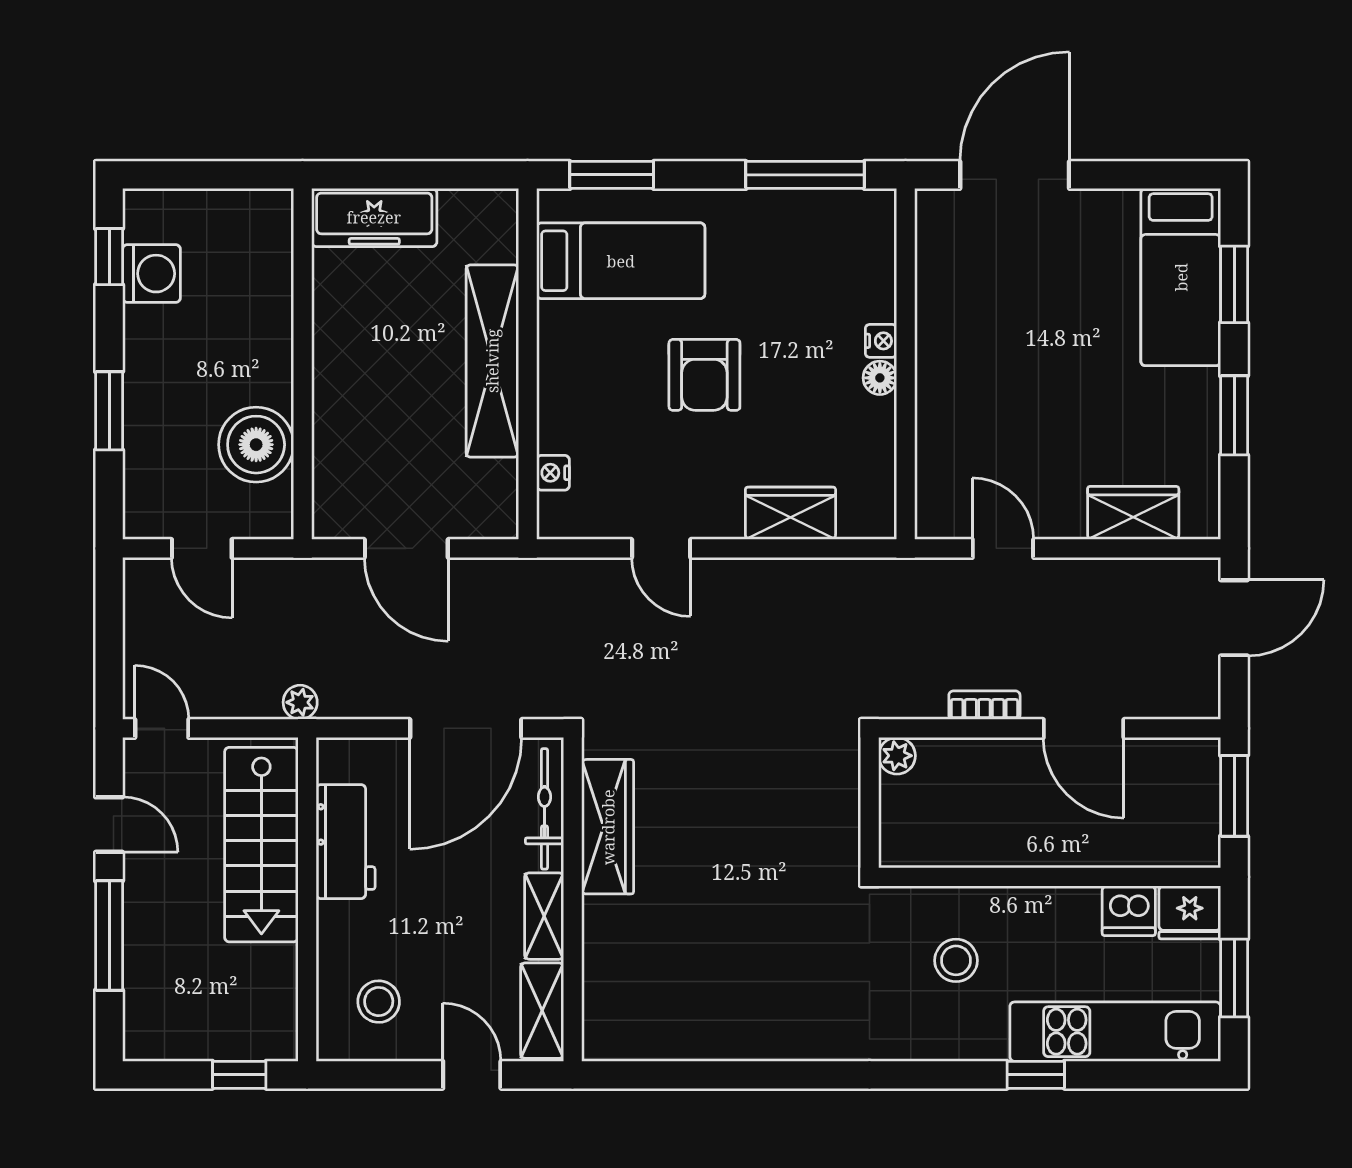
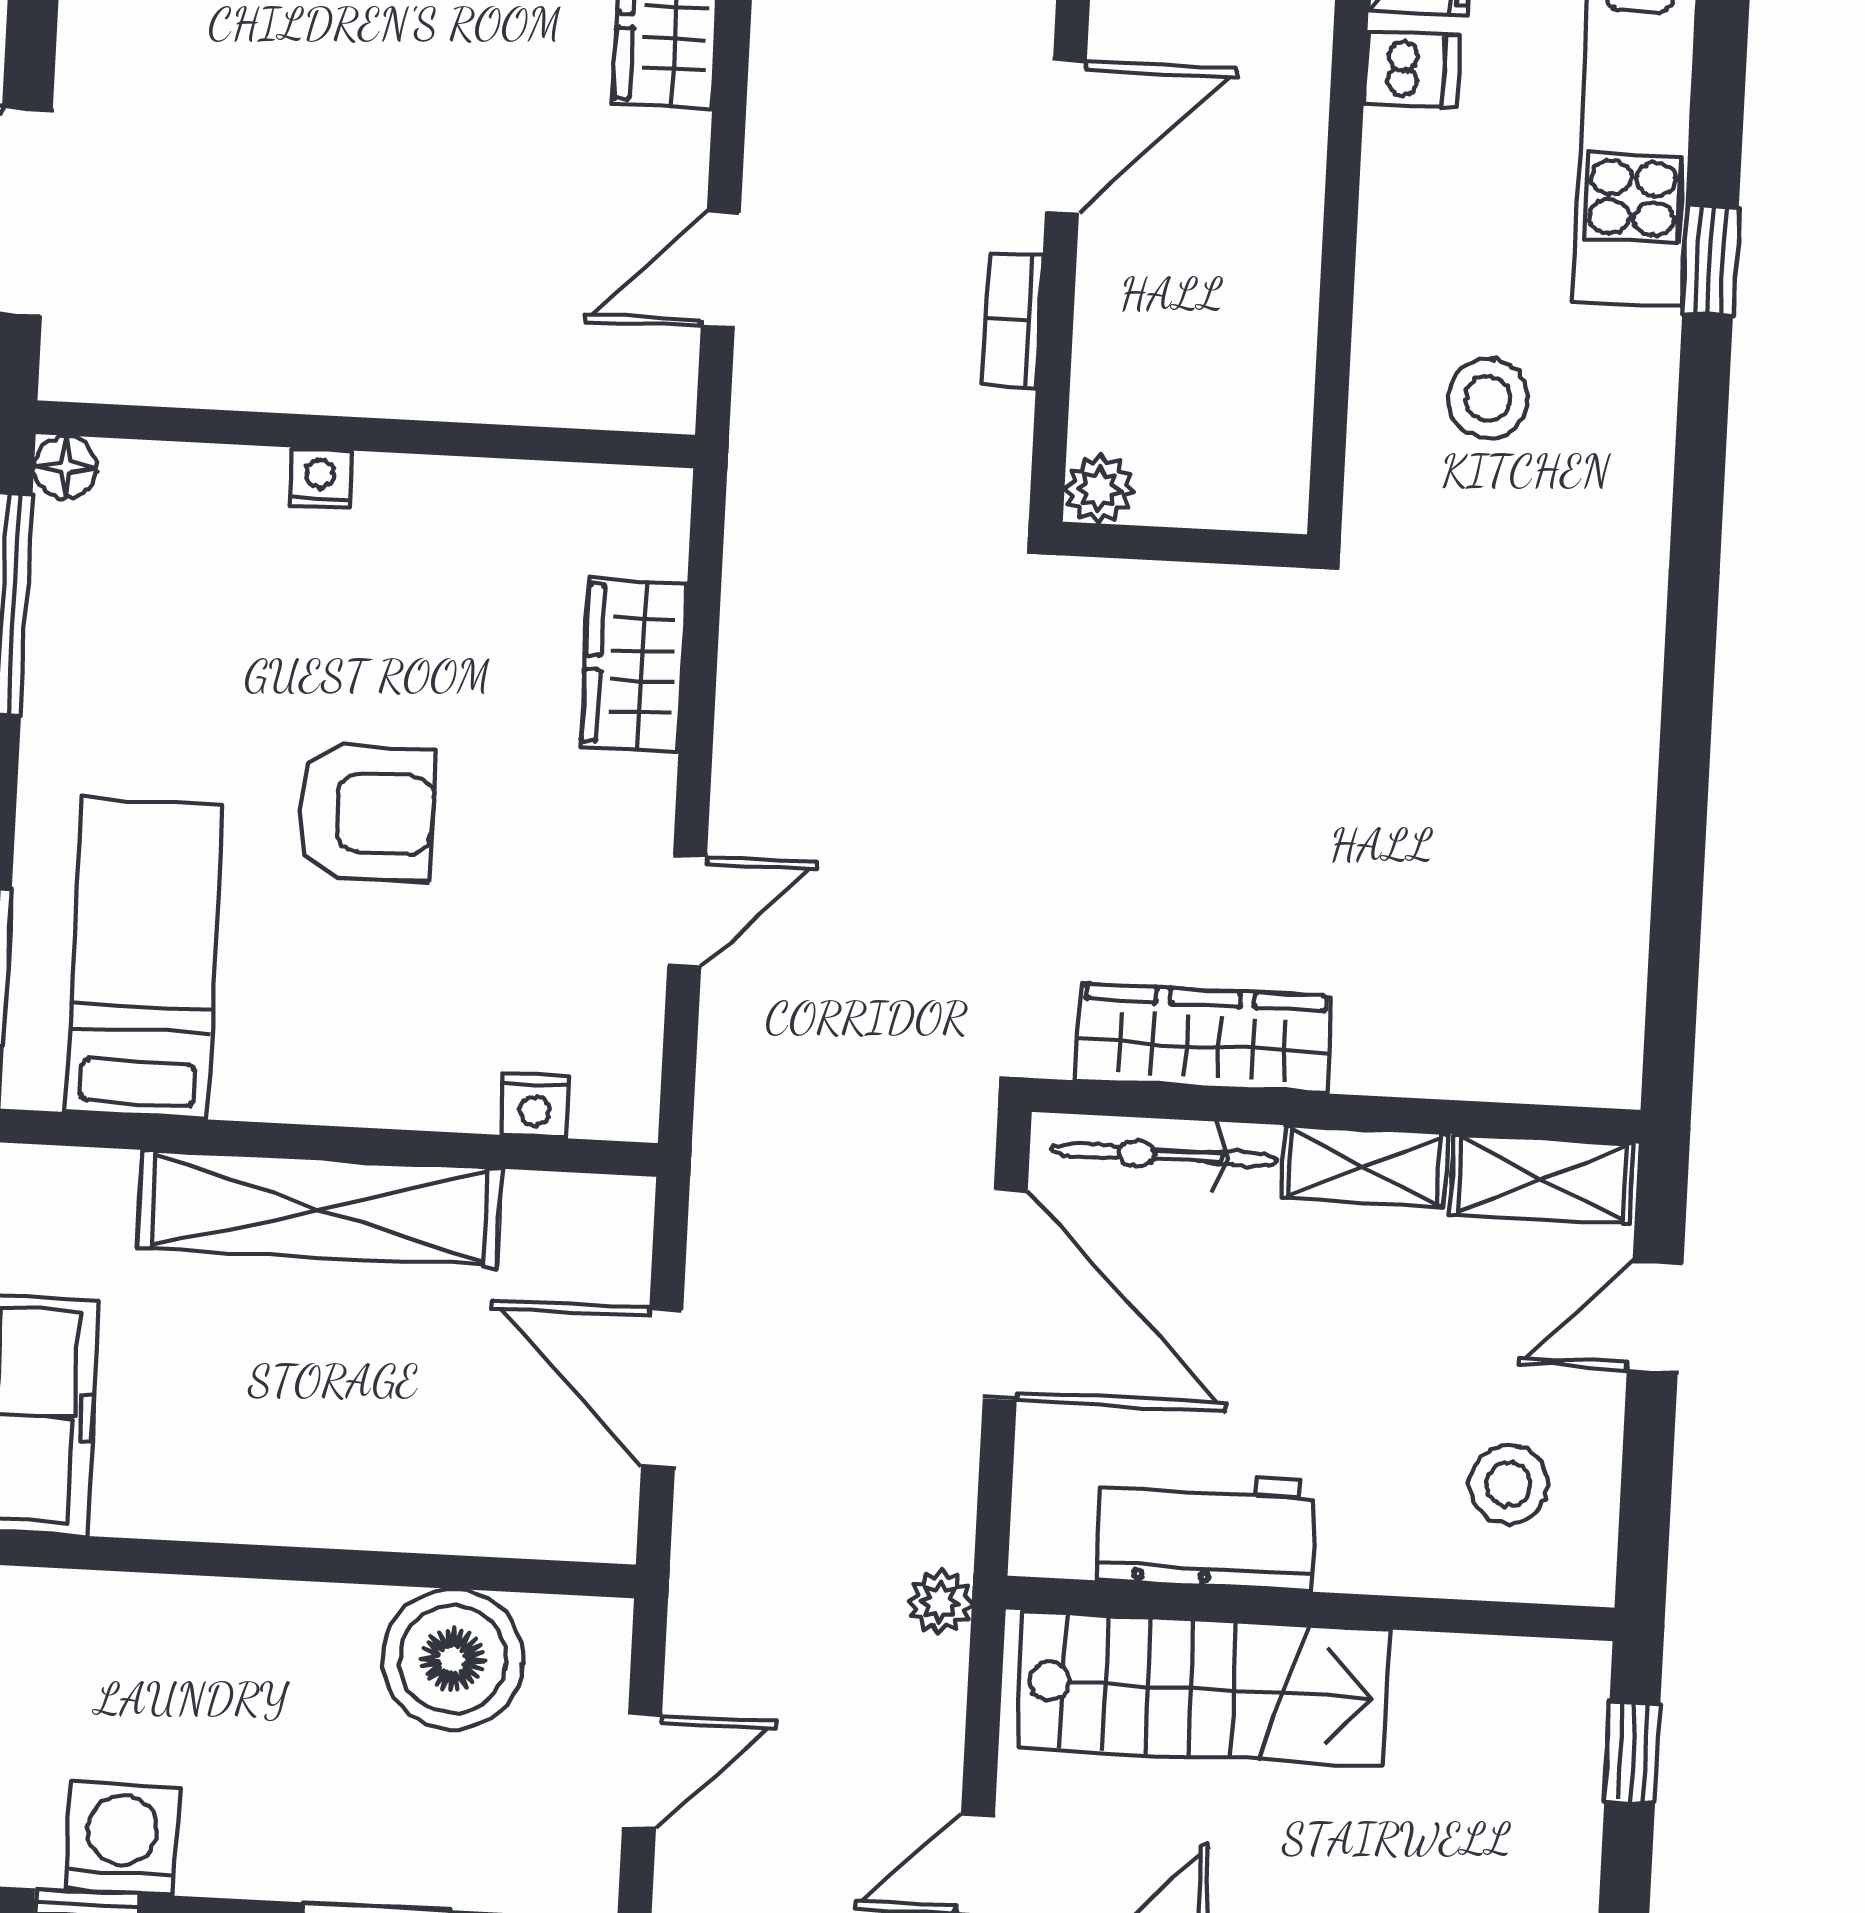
floor lamp: (880, 378) -> (65, 467), moved
door: (406, 548) -> (662, 1388), swing flipped
dishwasher: (1129, 911) -> (1412, 70), width x0.73

